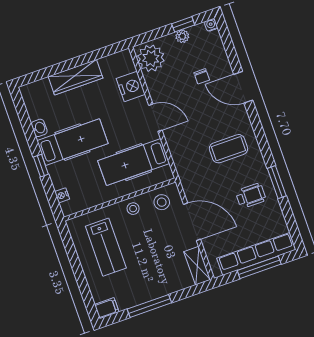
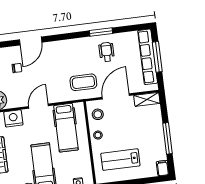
coffee table: (228, 149) -> (83, 82), moved, turned 90
lab bench: (106, 247) -> (120, 160), turned 180

